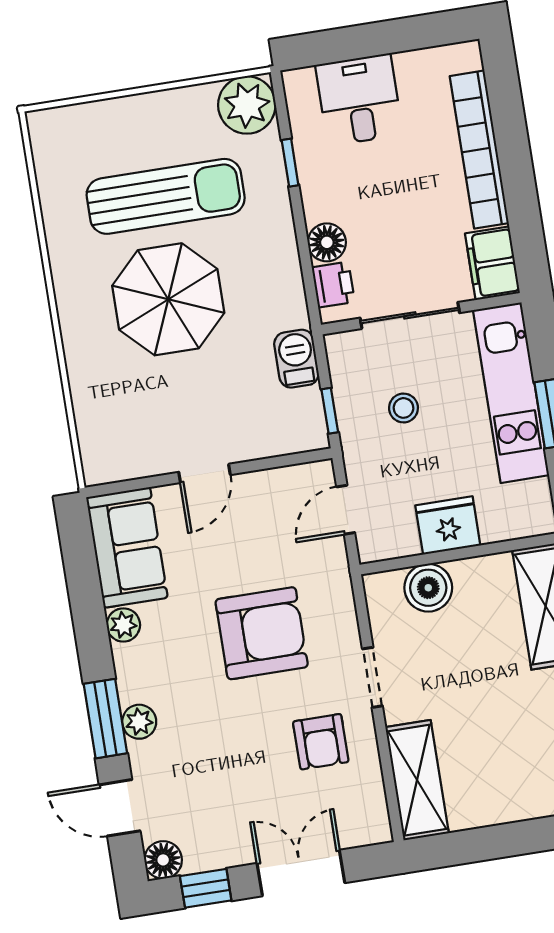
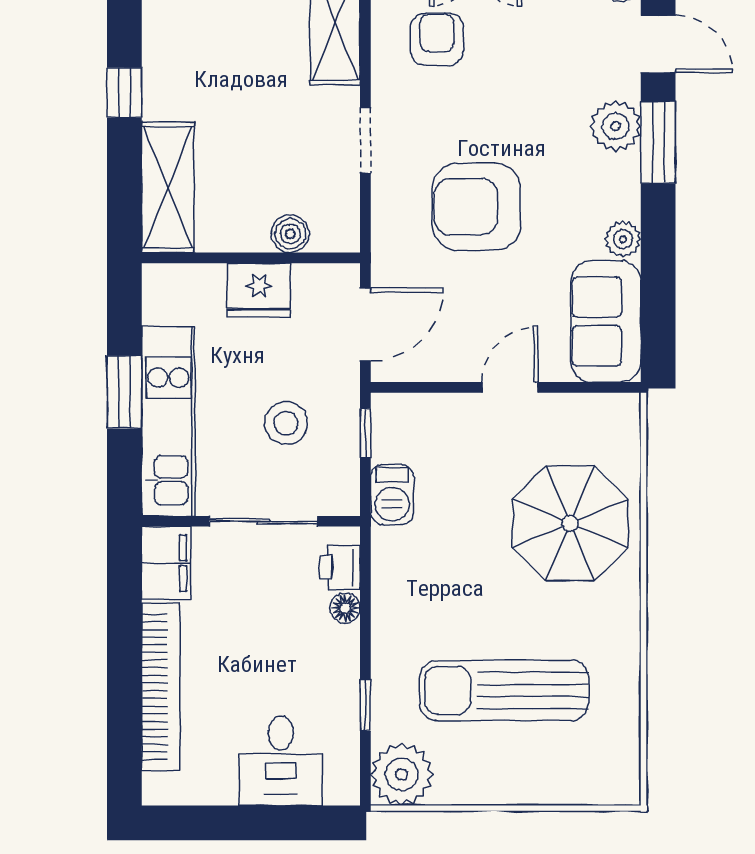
floor lamp: (327, 242) -> (345, 608), width x0.73, depth x0.73
parasol: (168, 299) -> (570, 523), moved
stool: (404, 408) -> (286, 423), width x1.37, depth x1.37
door: (346, 510) -> (365, 324), width x1.38
boiler: (428, 588) -> (290, 234), width x0.73, depth x0.73
plant: (139, 722) -> (616, 126), width x1.38, depth x1.38
armchair: (321, 742) -> (437, 39), moved

